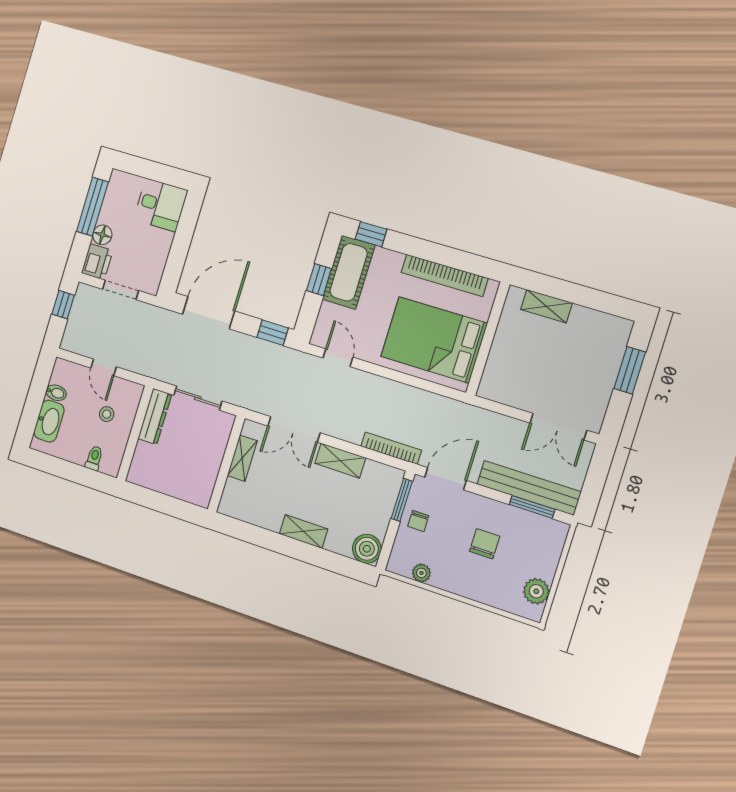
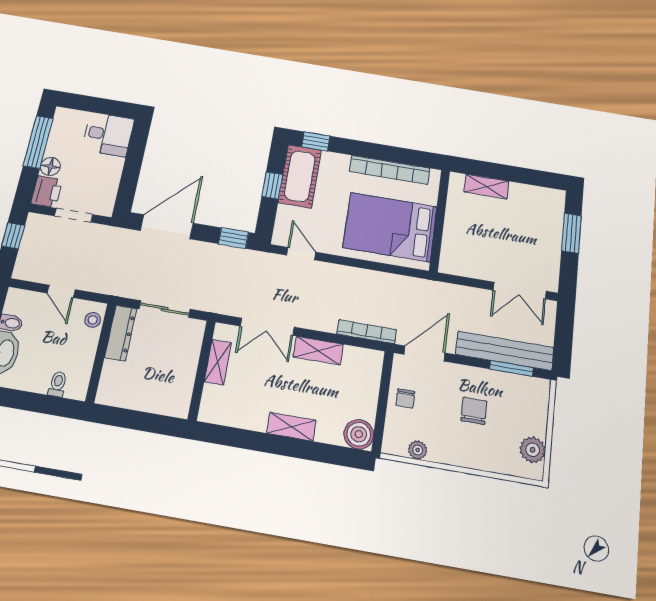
stool: (107, 414) -> (93, 320), moved
window: (402, 500) -> (385, 380), removed

